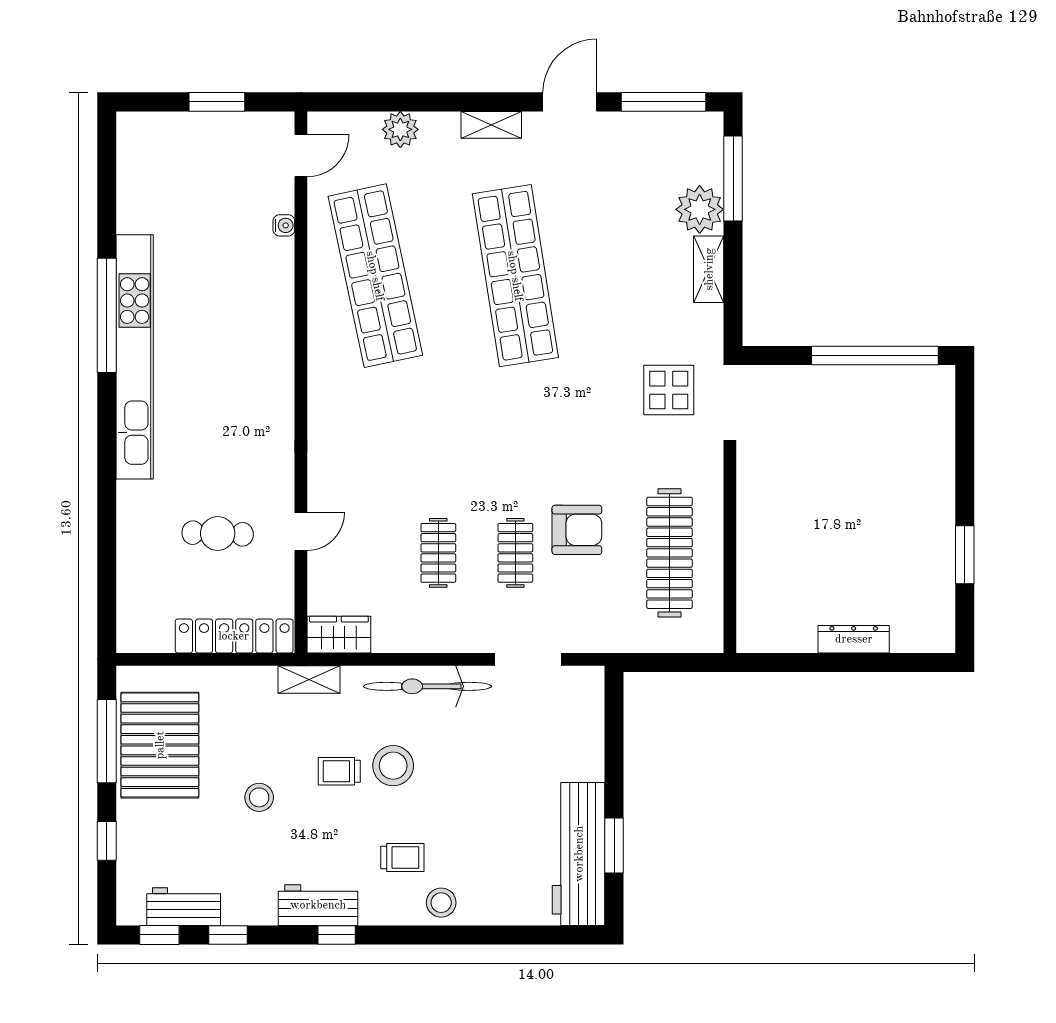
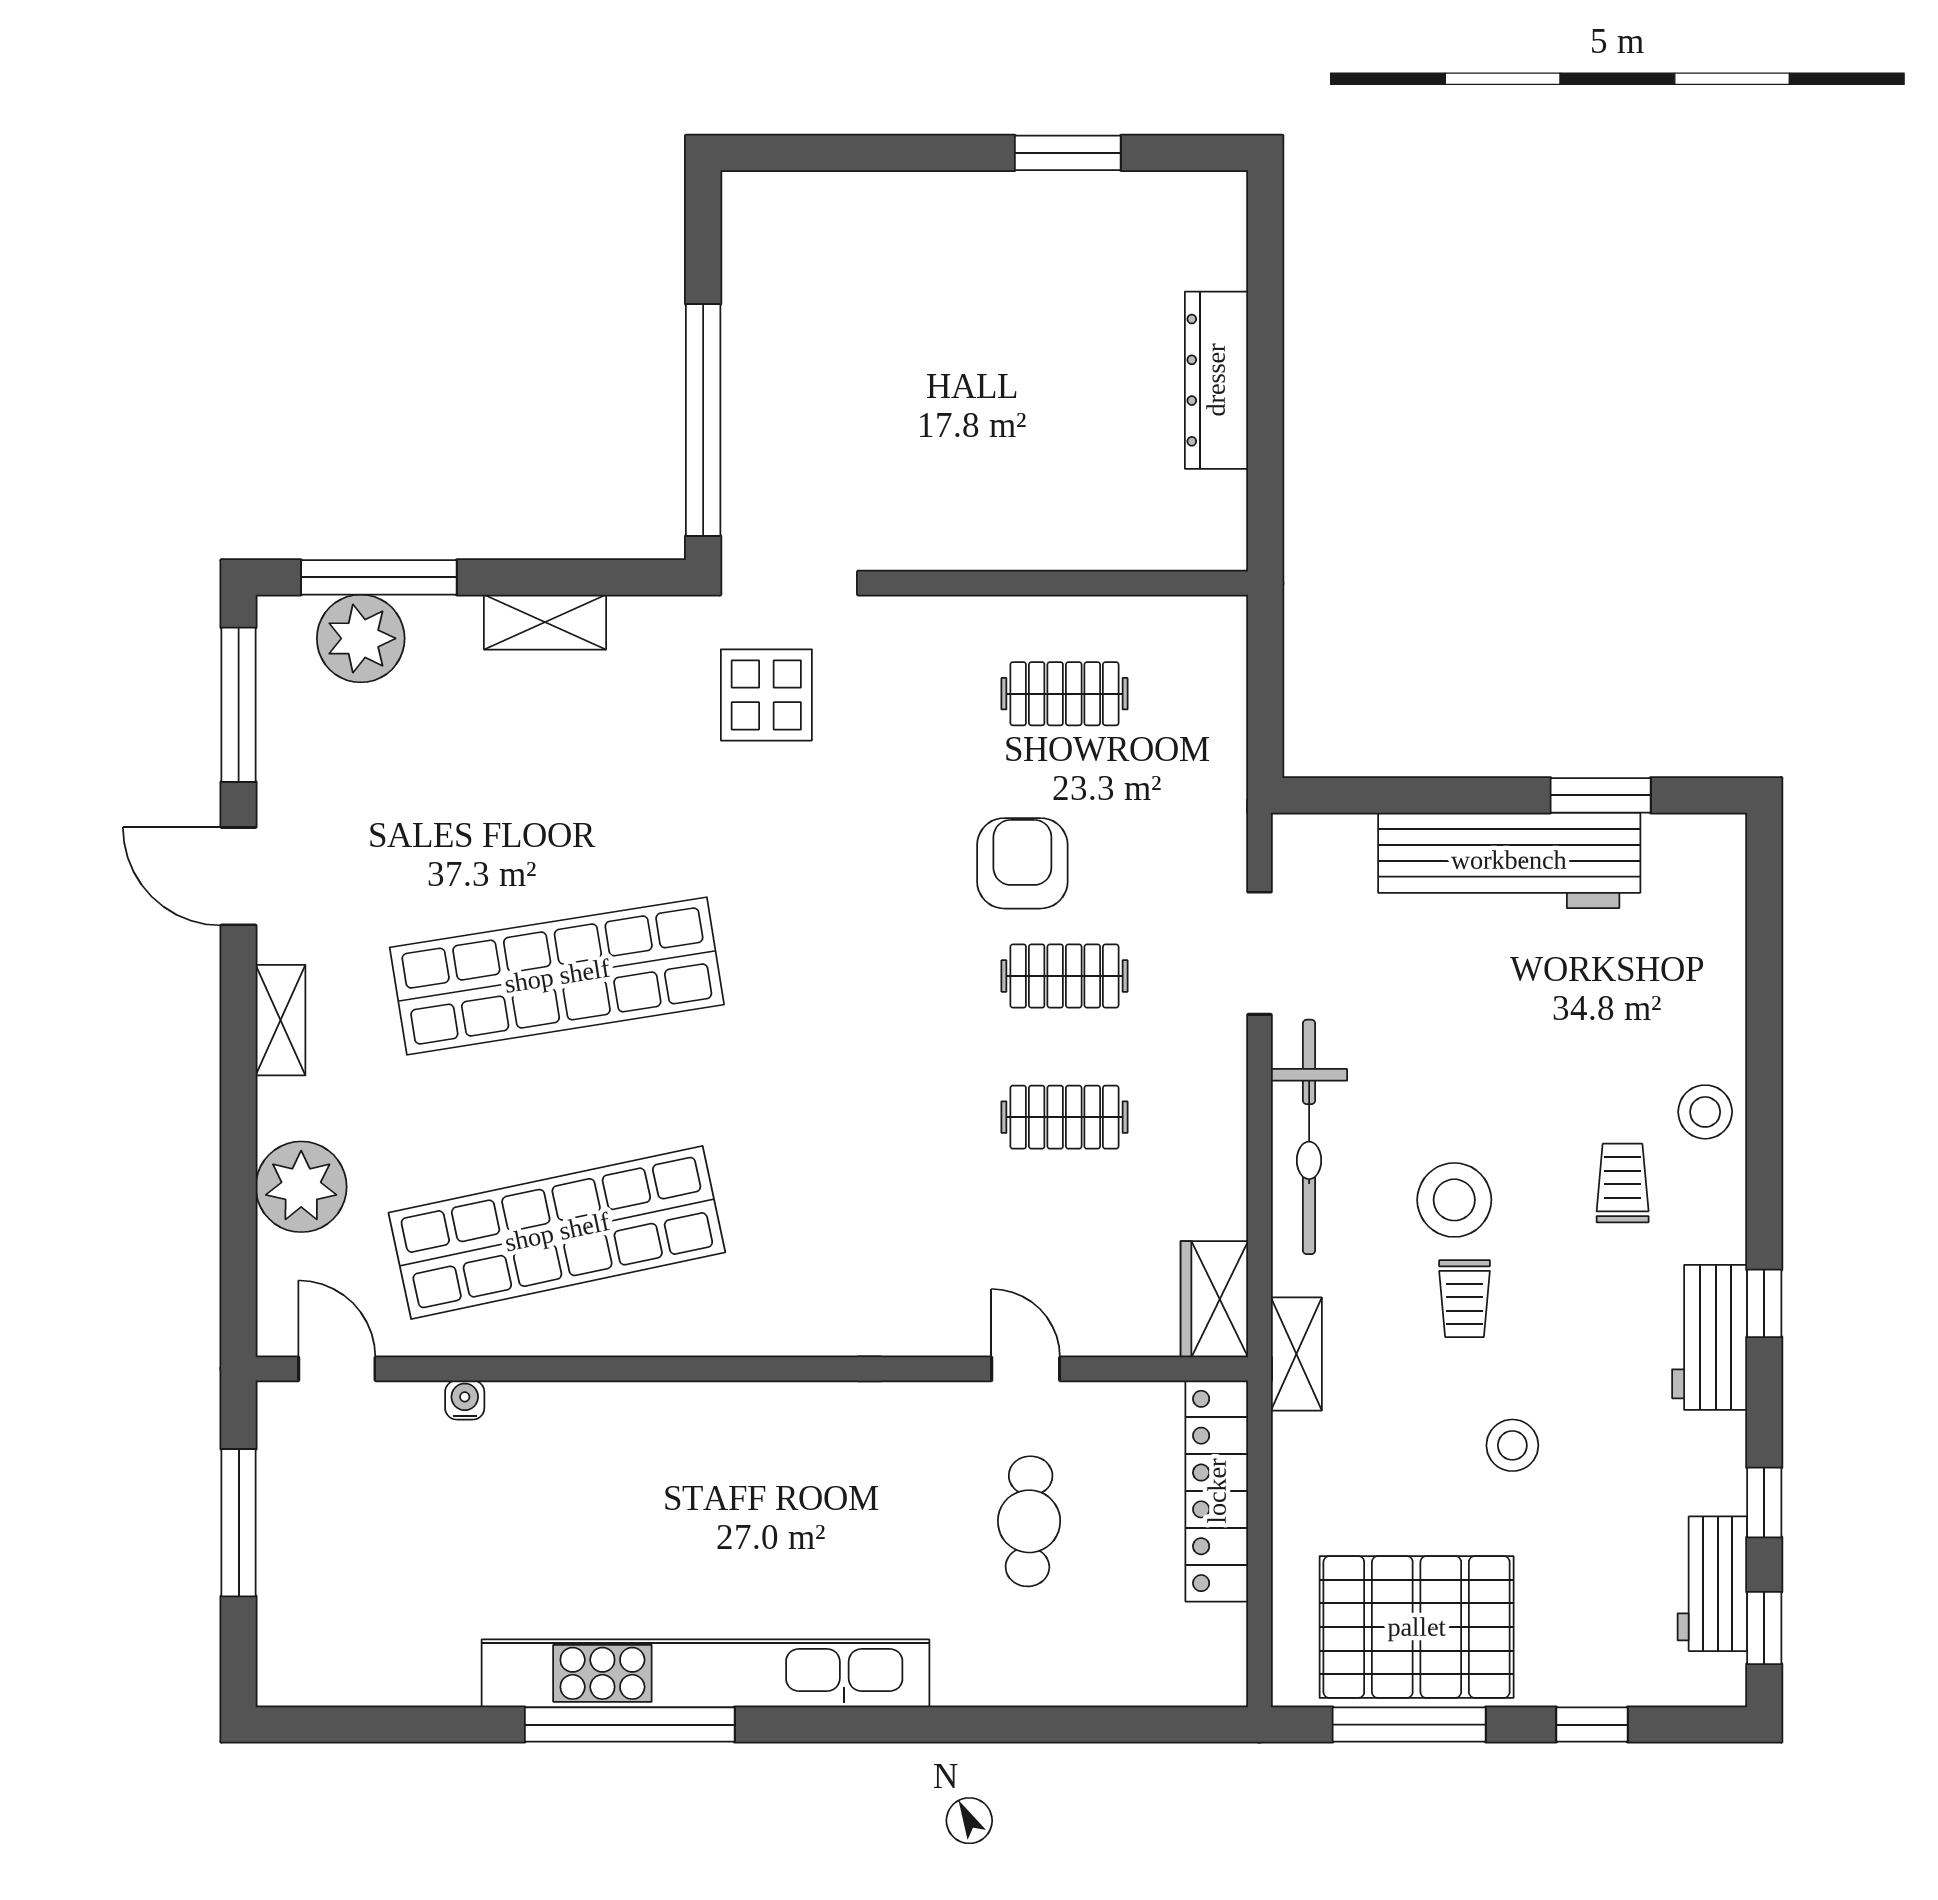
window: (217, 102) -> (239, 1523), width x1.44
plant: (400, 129) -> (301, 1187), width x1.36, depth x1.36
plant: (700, 209) -> (361, 638), moved
window: (875, 356) -> (703, 420), moved
clothes rail: (670, 553) -> (1064, 694), width x0.54, depth x0.76
dresser: (854, 639) -> (1216, 380), width x1.37, depth x1.24
workbench: (579, 854) -> (1509, 860), moved

